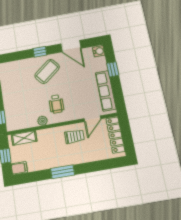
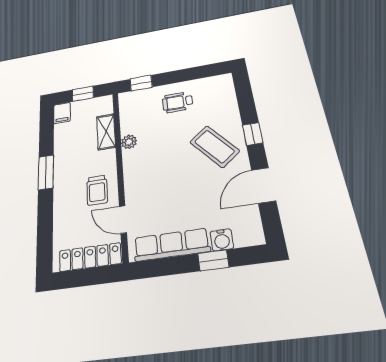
water cooler: (99, 51) -> (222, 240), moved
wheelchair: (56, 104) -> (178, 102), moved
shelving: (24, 138) -> (106, 132), moved

